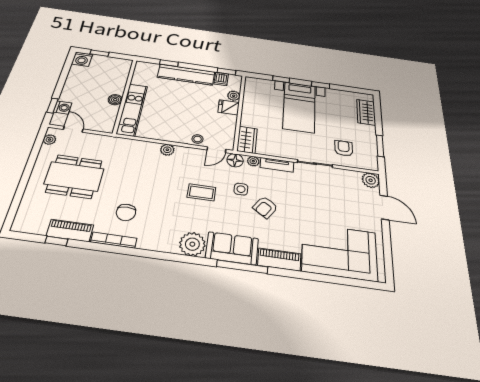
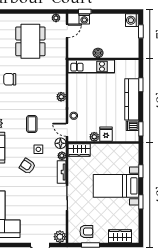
plant: (234, 96) -> (94, 137), moved
armchair: (344, 148) -> (86, 231), moved

